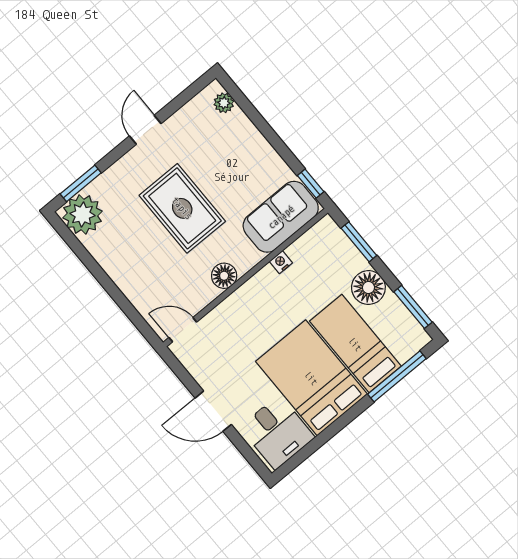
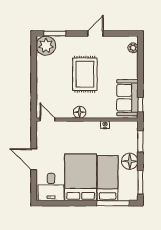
sofa: (281, 217) -> (127, 98), moved, turned -90

